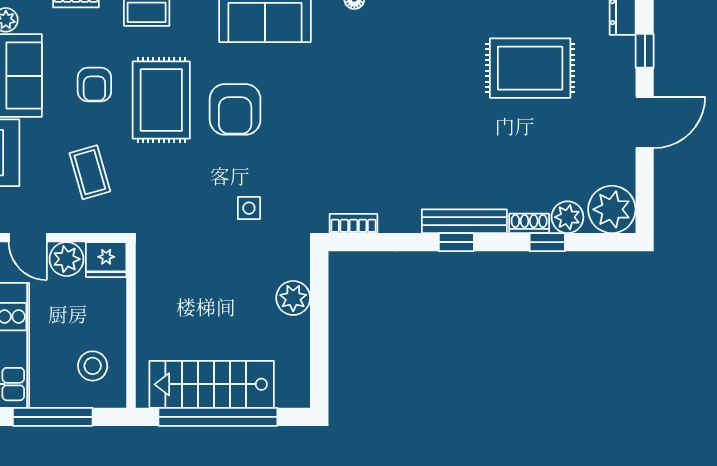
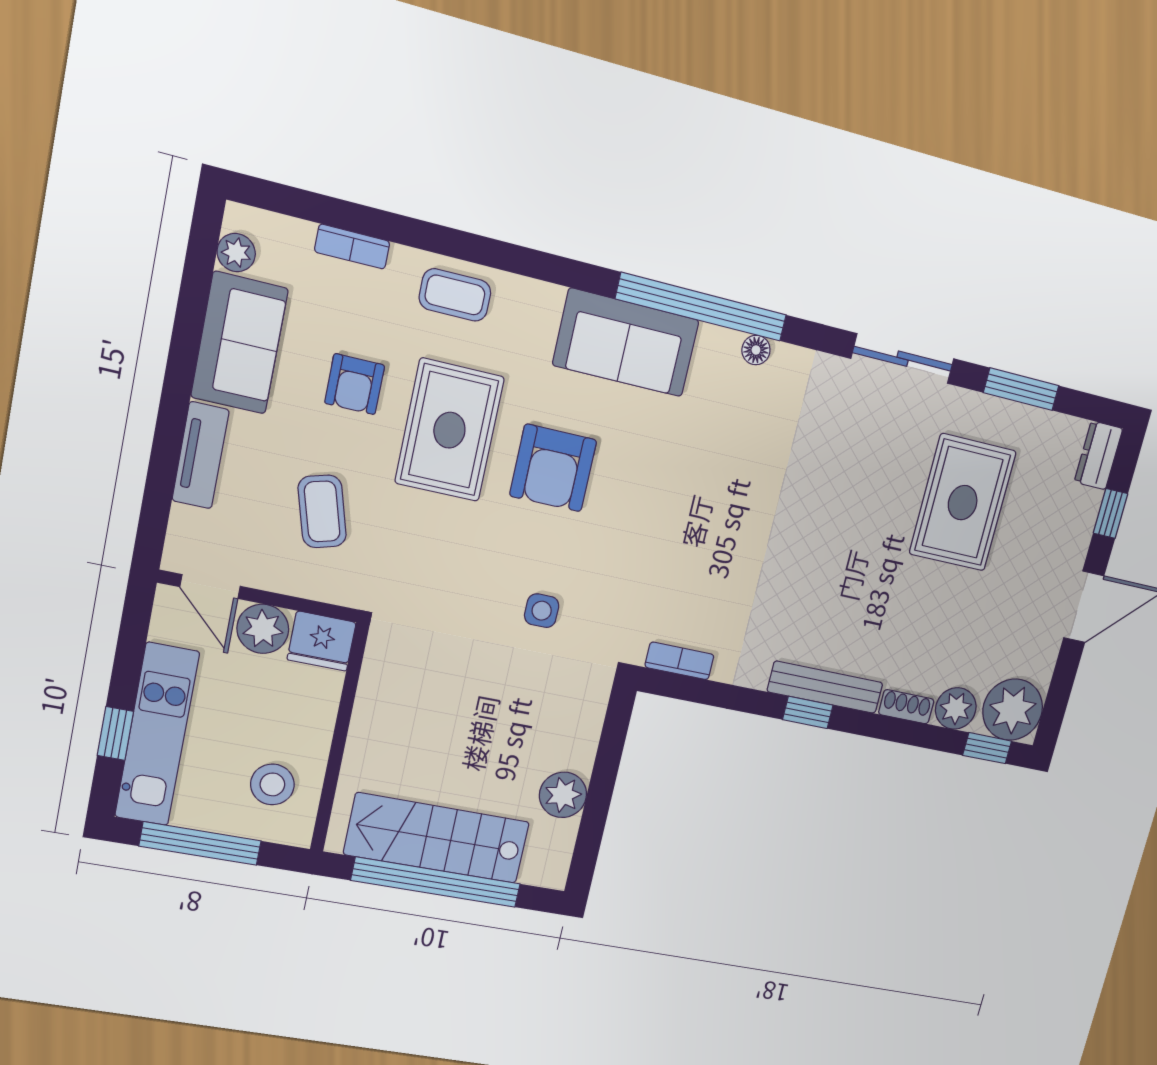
rug: (530, 68) -> (963, 503), turned 90
window: (547, 242) -> (987, 748), moved
plant: (293, 298) -> (563, 795), moved

